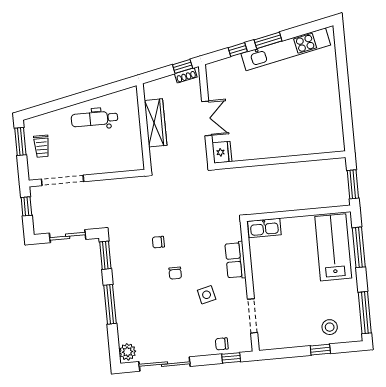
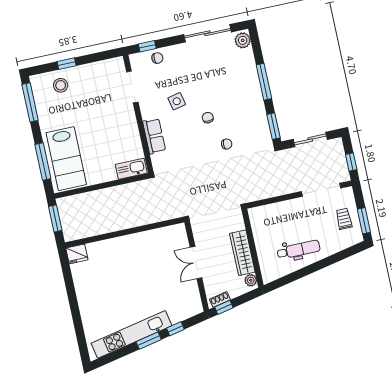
plant: (150, 92) -> (251, 280), added
fridge: (222, 152) -> (77, 254), moved, turned -90

